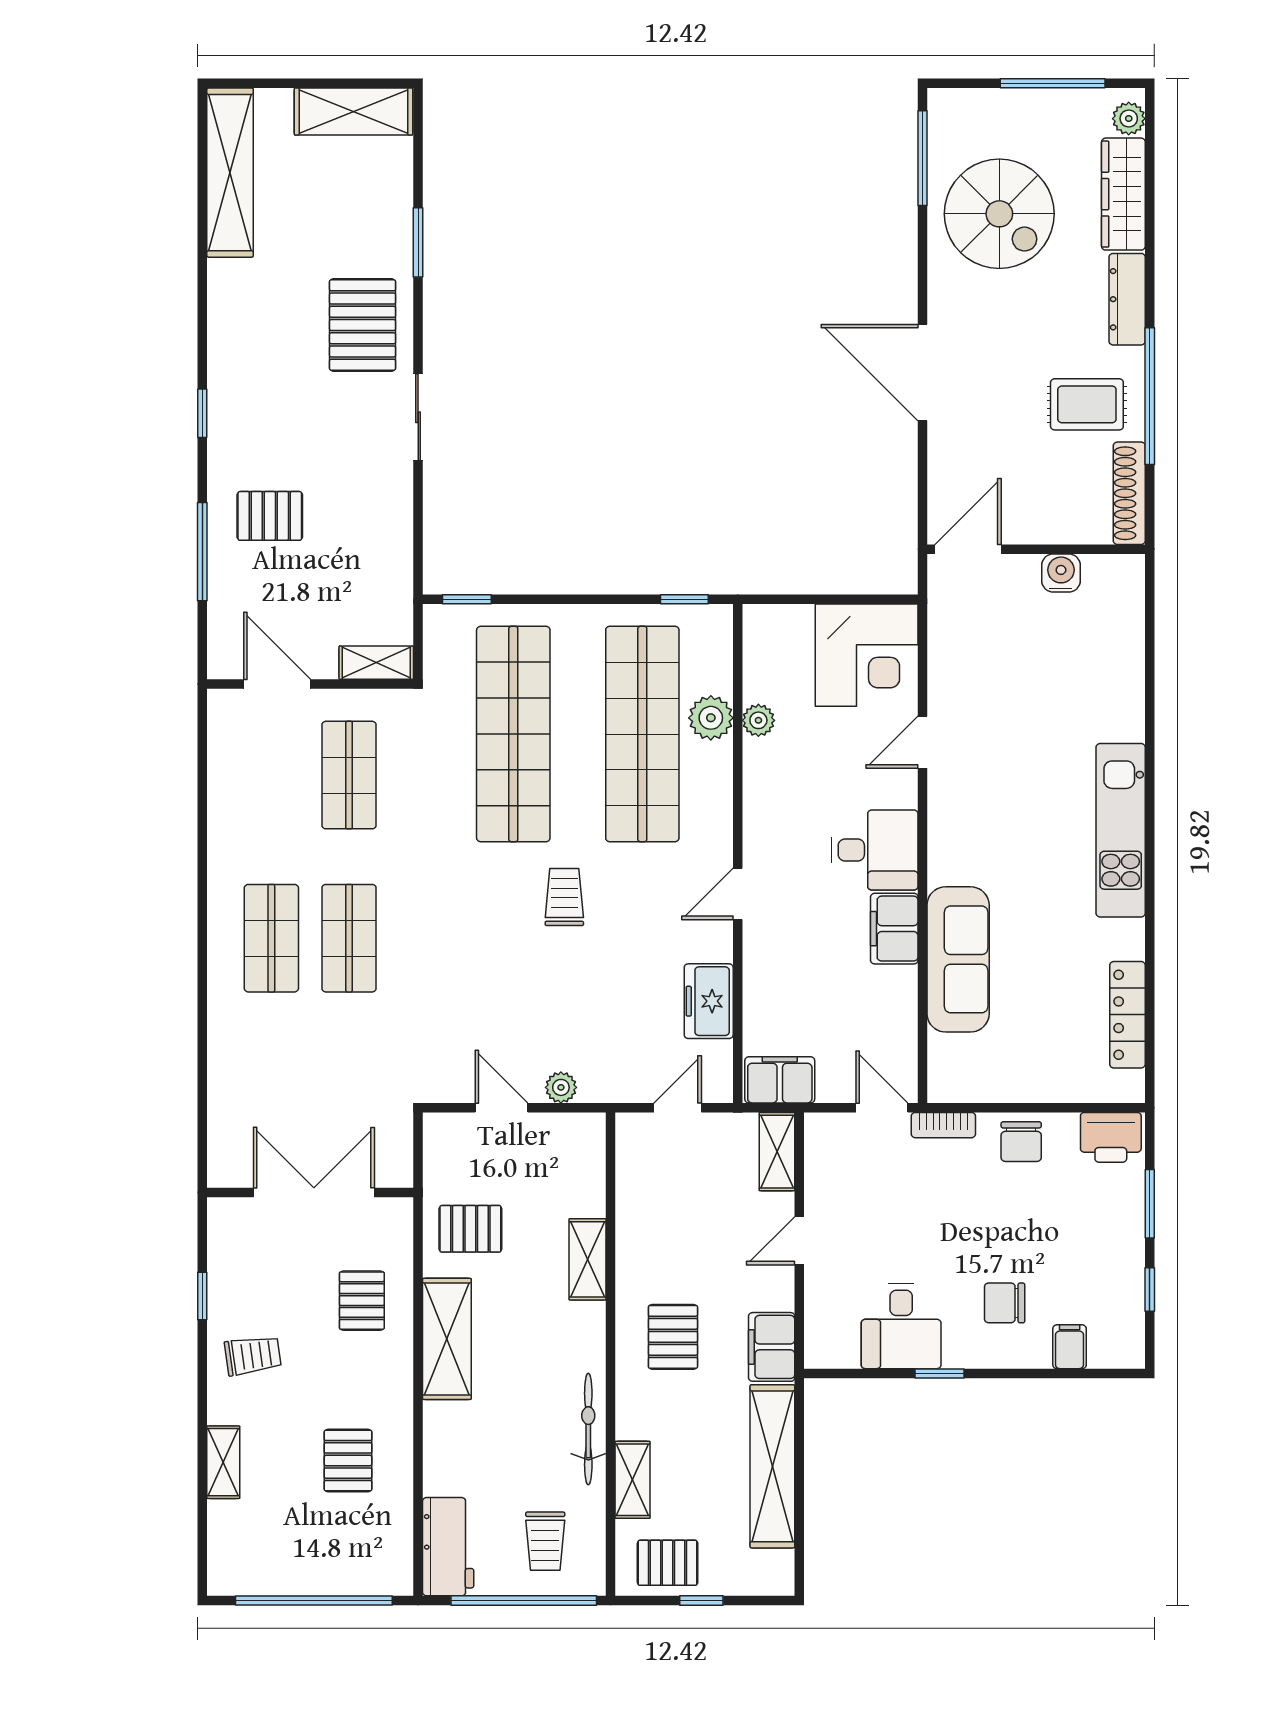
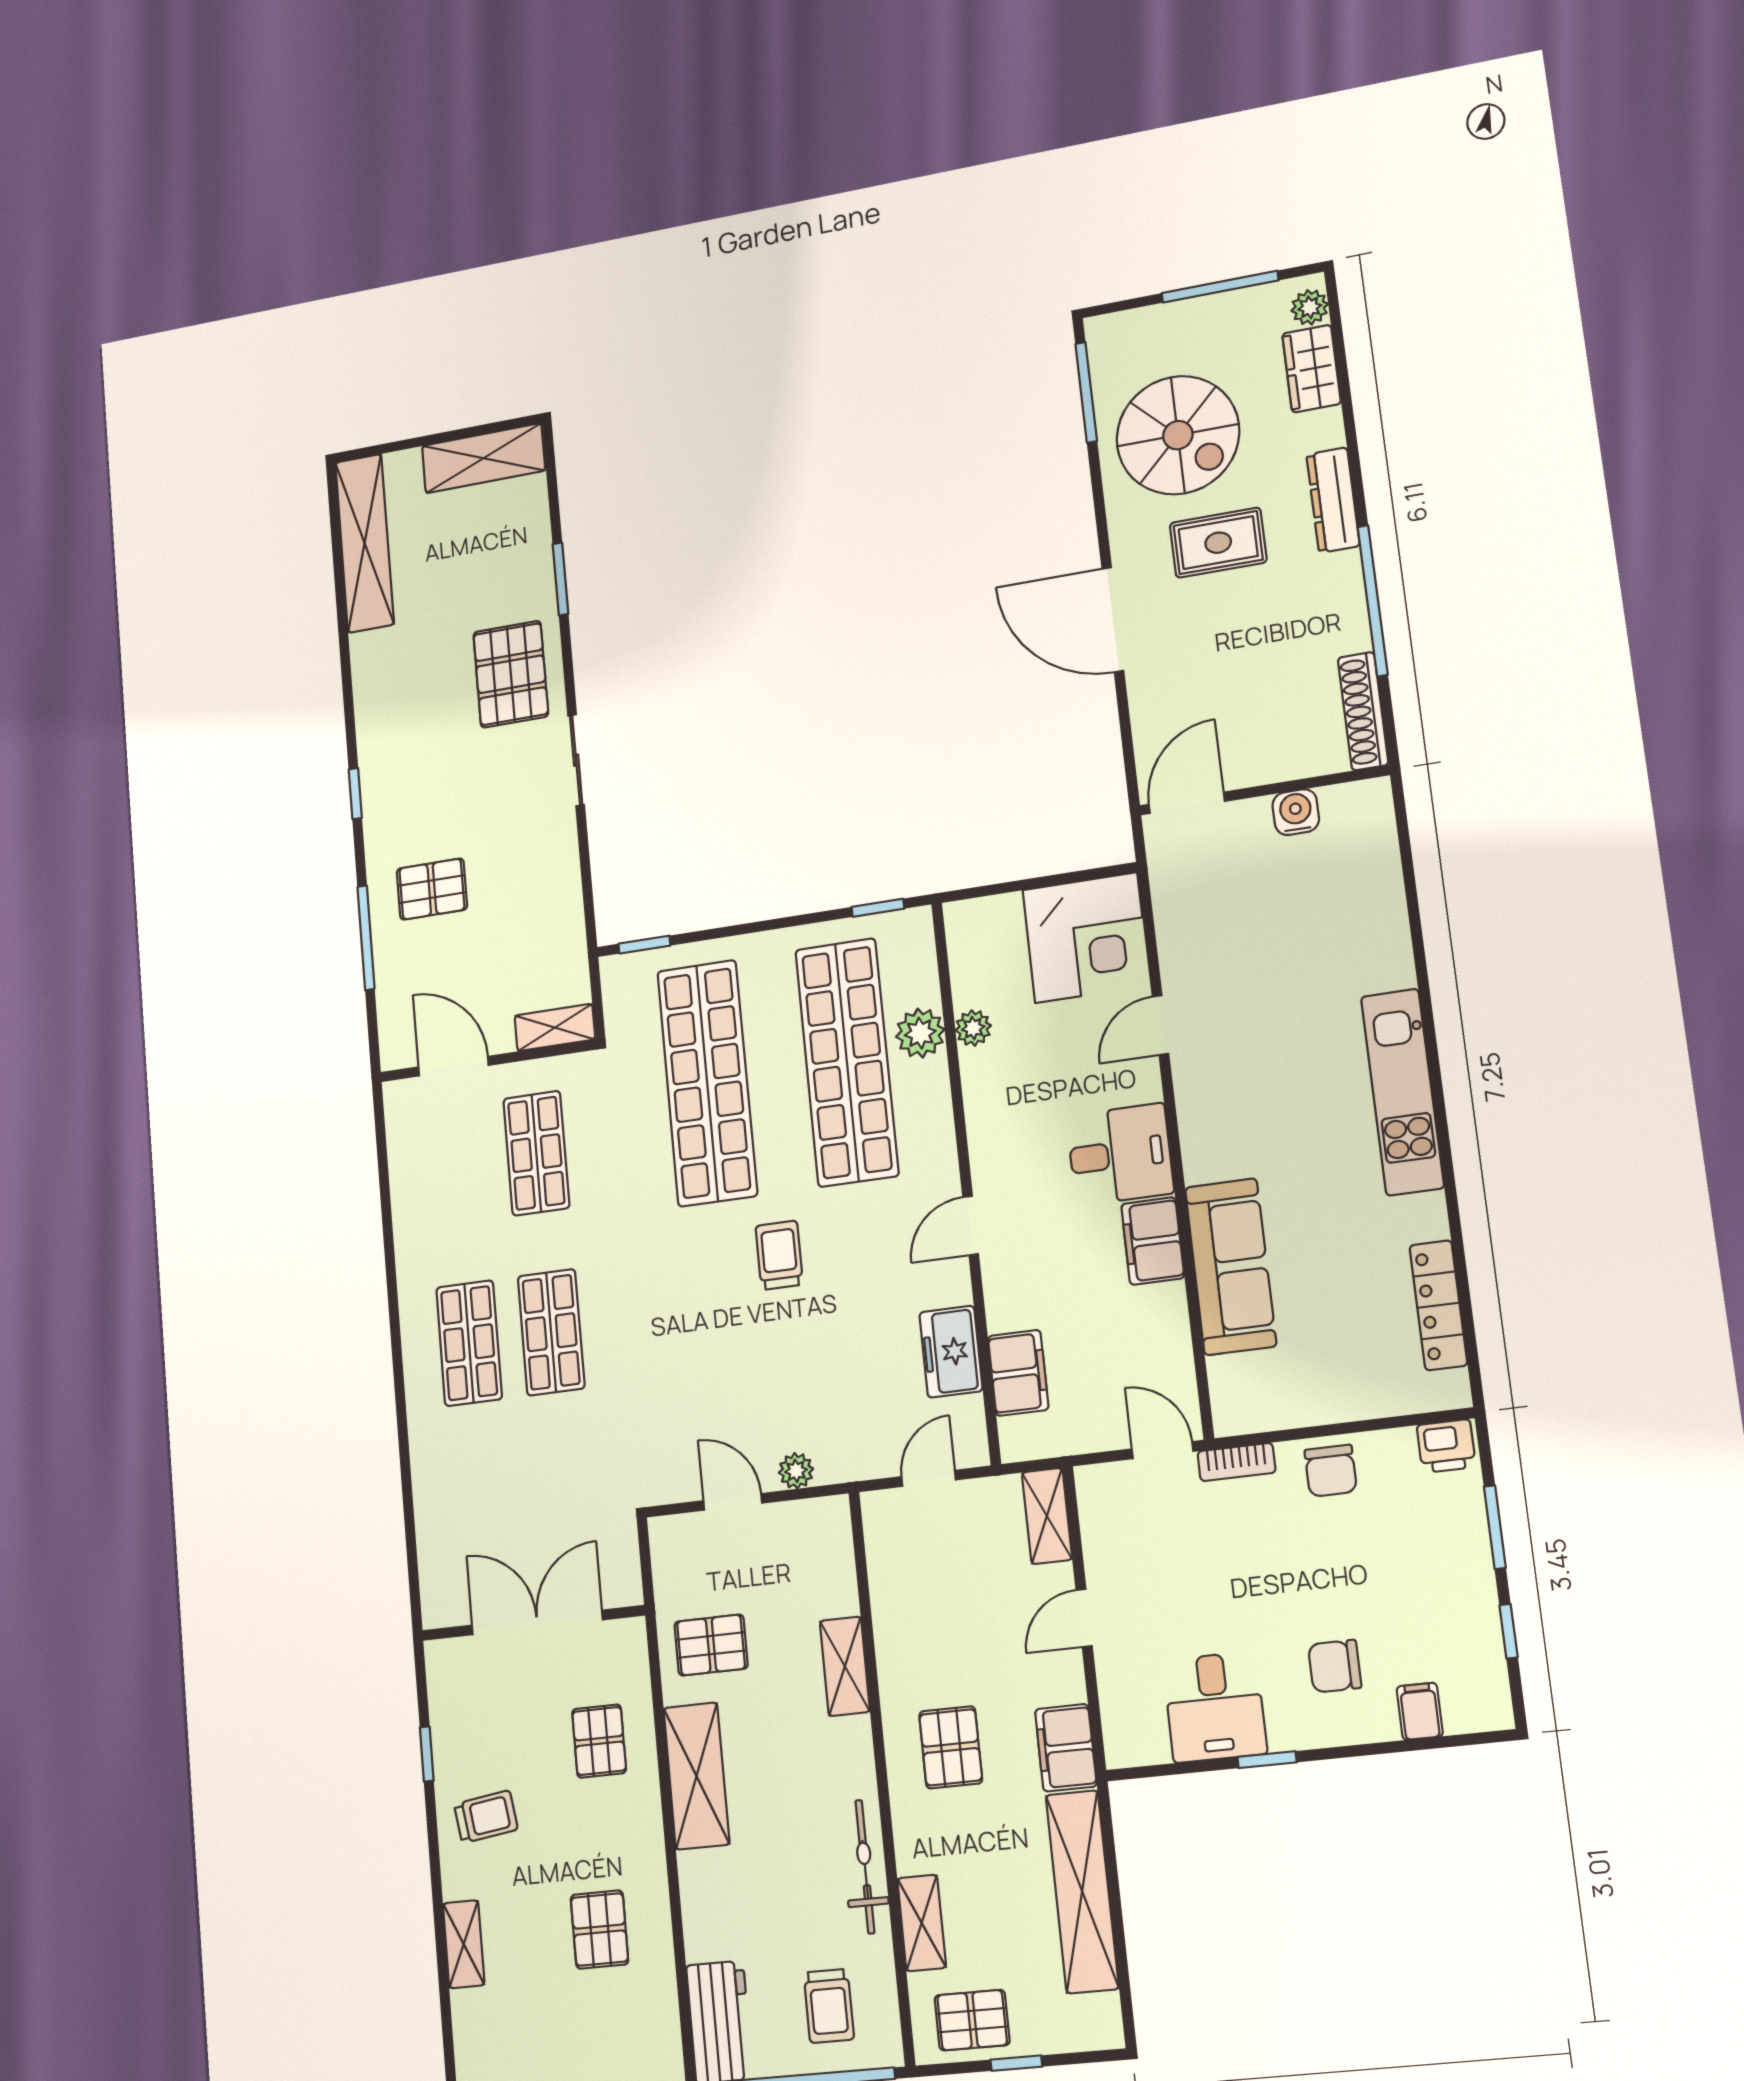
wardrobe: (1123, 194) -> (1312, 369), width x0.67
rug: (1087, 404) -> (1218, 543), moved
filing cabinet: (780, 1080) -> (1018, 1373), moved, turned 90
printer: (1111, 1137) -> (1446, 1446), width x0.73, depth x0.81

